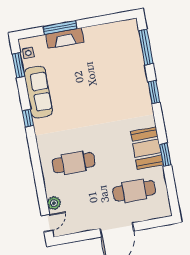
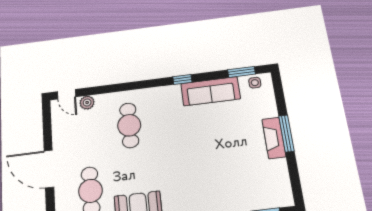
window: (60, 28) -> (286, 133), moved
fireplace: (65, 38) -> (274, 138), moved

